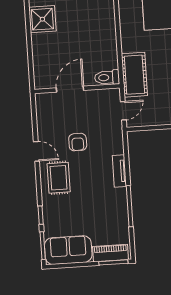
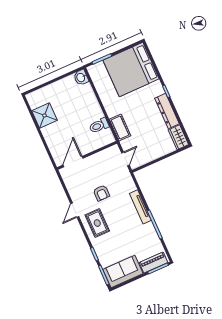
cot: (134, 75) -> (120, 127), width x0.73, depth x0.75
toilet: (107, 77) -> (99, 126), moved
door: (70, 89) -> (73, 162), moved
door: (36, 151) -> (75, 210), swing flipped
tv unit: (119, 171) -> (140, 207), width x1.41

